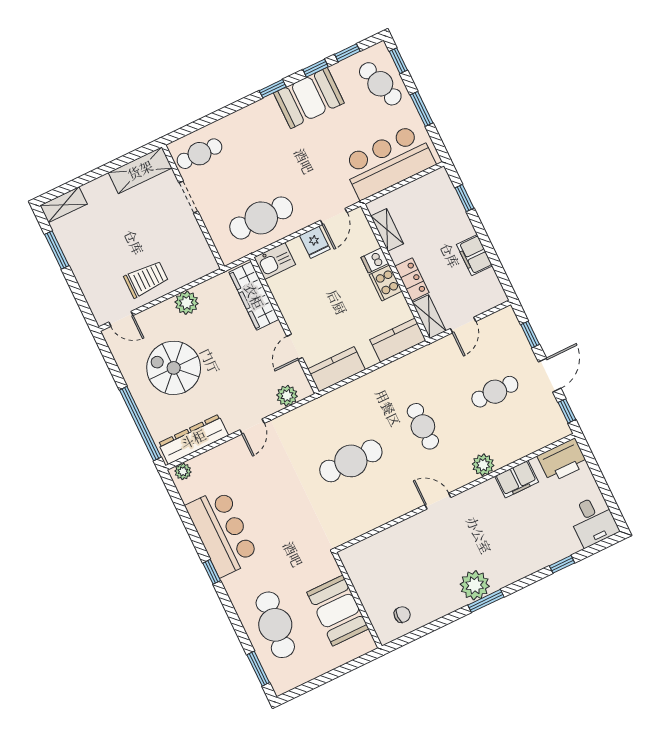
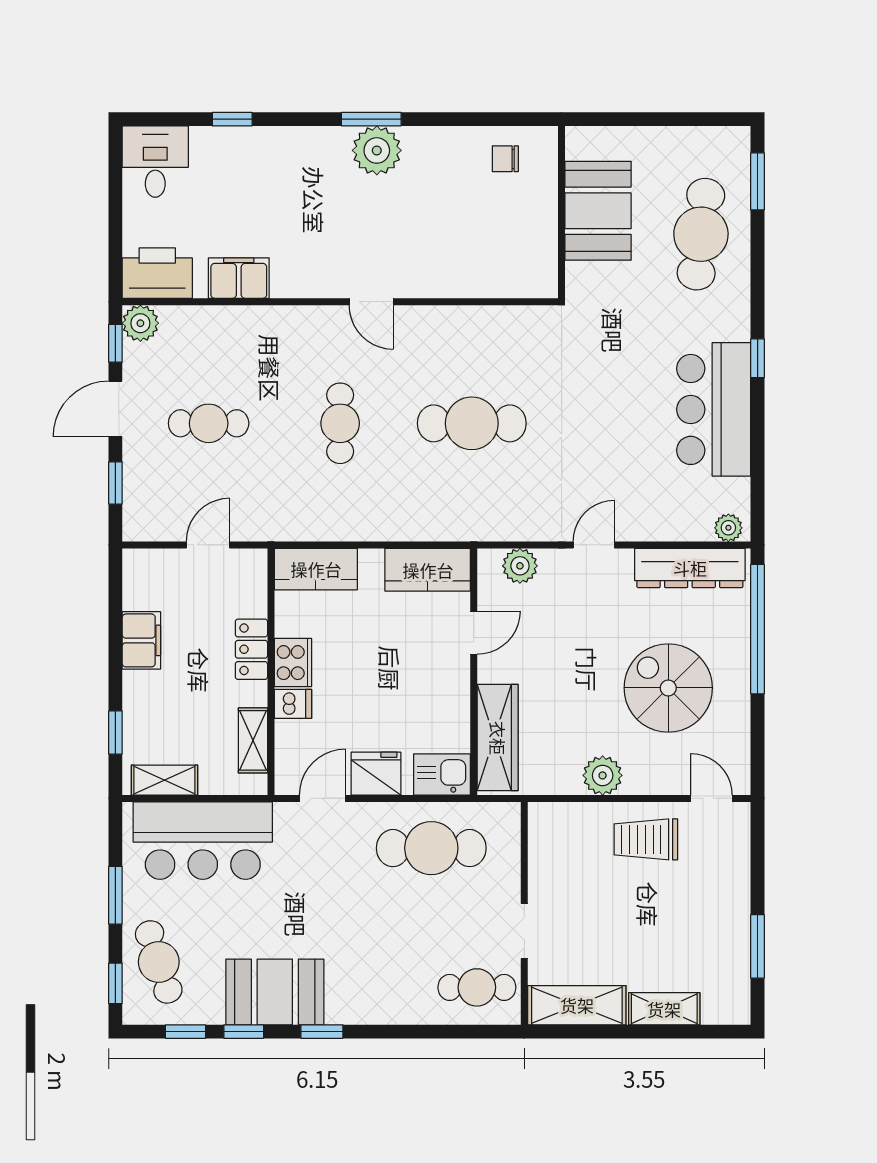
shelving: (64, 205) -> (664, 1009), moved
fridge: (315, 242) -> (376, 774), width x1.38
shelving: (429, 317) -> (164, 780), moved, turned 90
spiral stairs: (174, 368) -> (668, 688), turned 180
plant: (483, 465) -> (140, 323), moved

